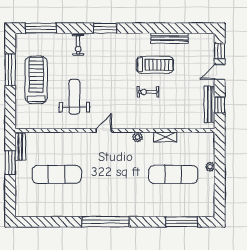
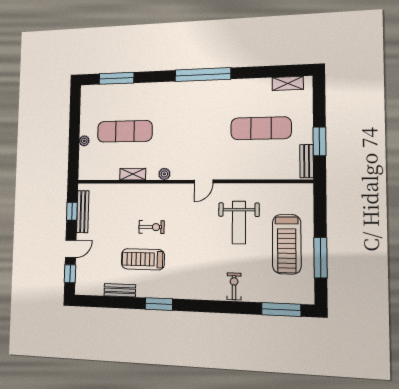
window: (105, 28) -> (159, 304), moved
bench: (170, 38) -> (120, 290), width x0.73
shelving: (35, 211) -> (288, 83), added

